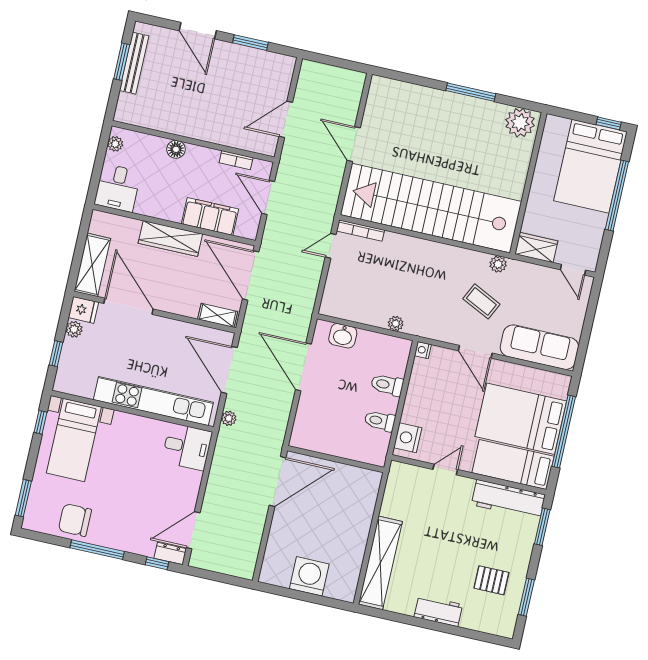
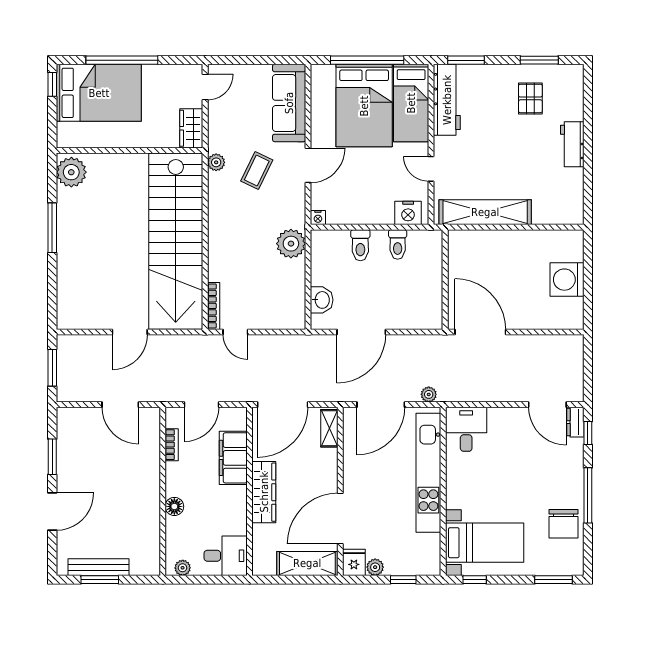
window: (336, 62) -> (52, 368), added
plant: (396, 324) -> (291, 244), width x1.88, depth x1.88
shelving: (380, 563) -> (485, 212), moved

